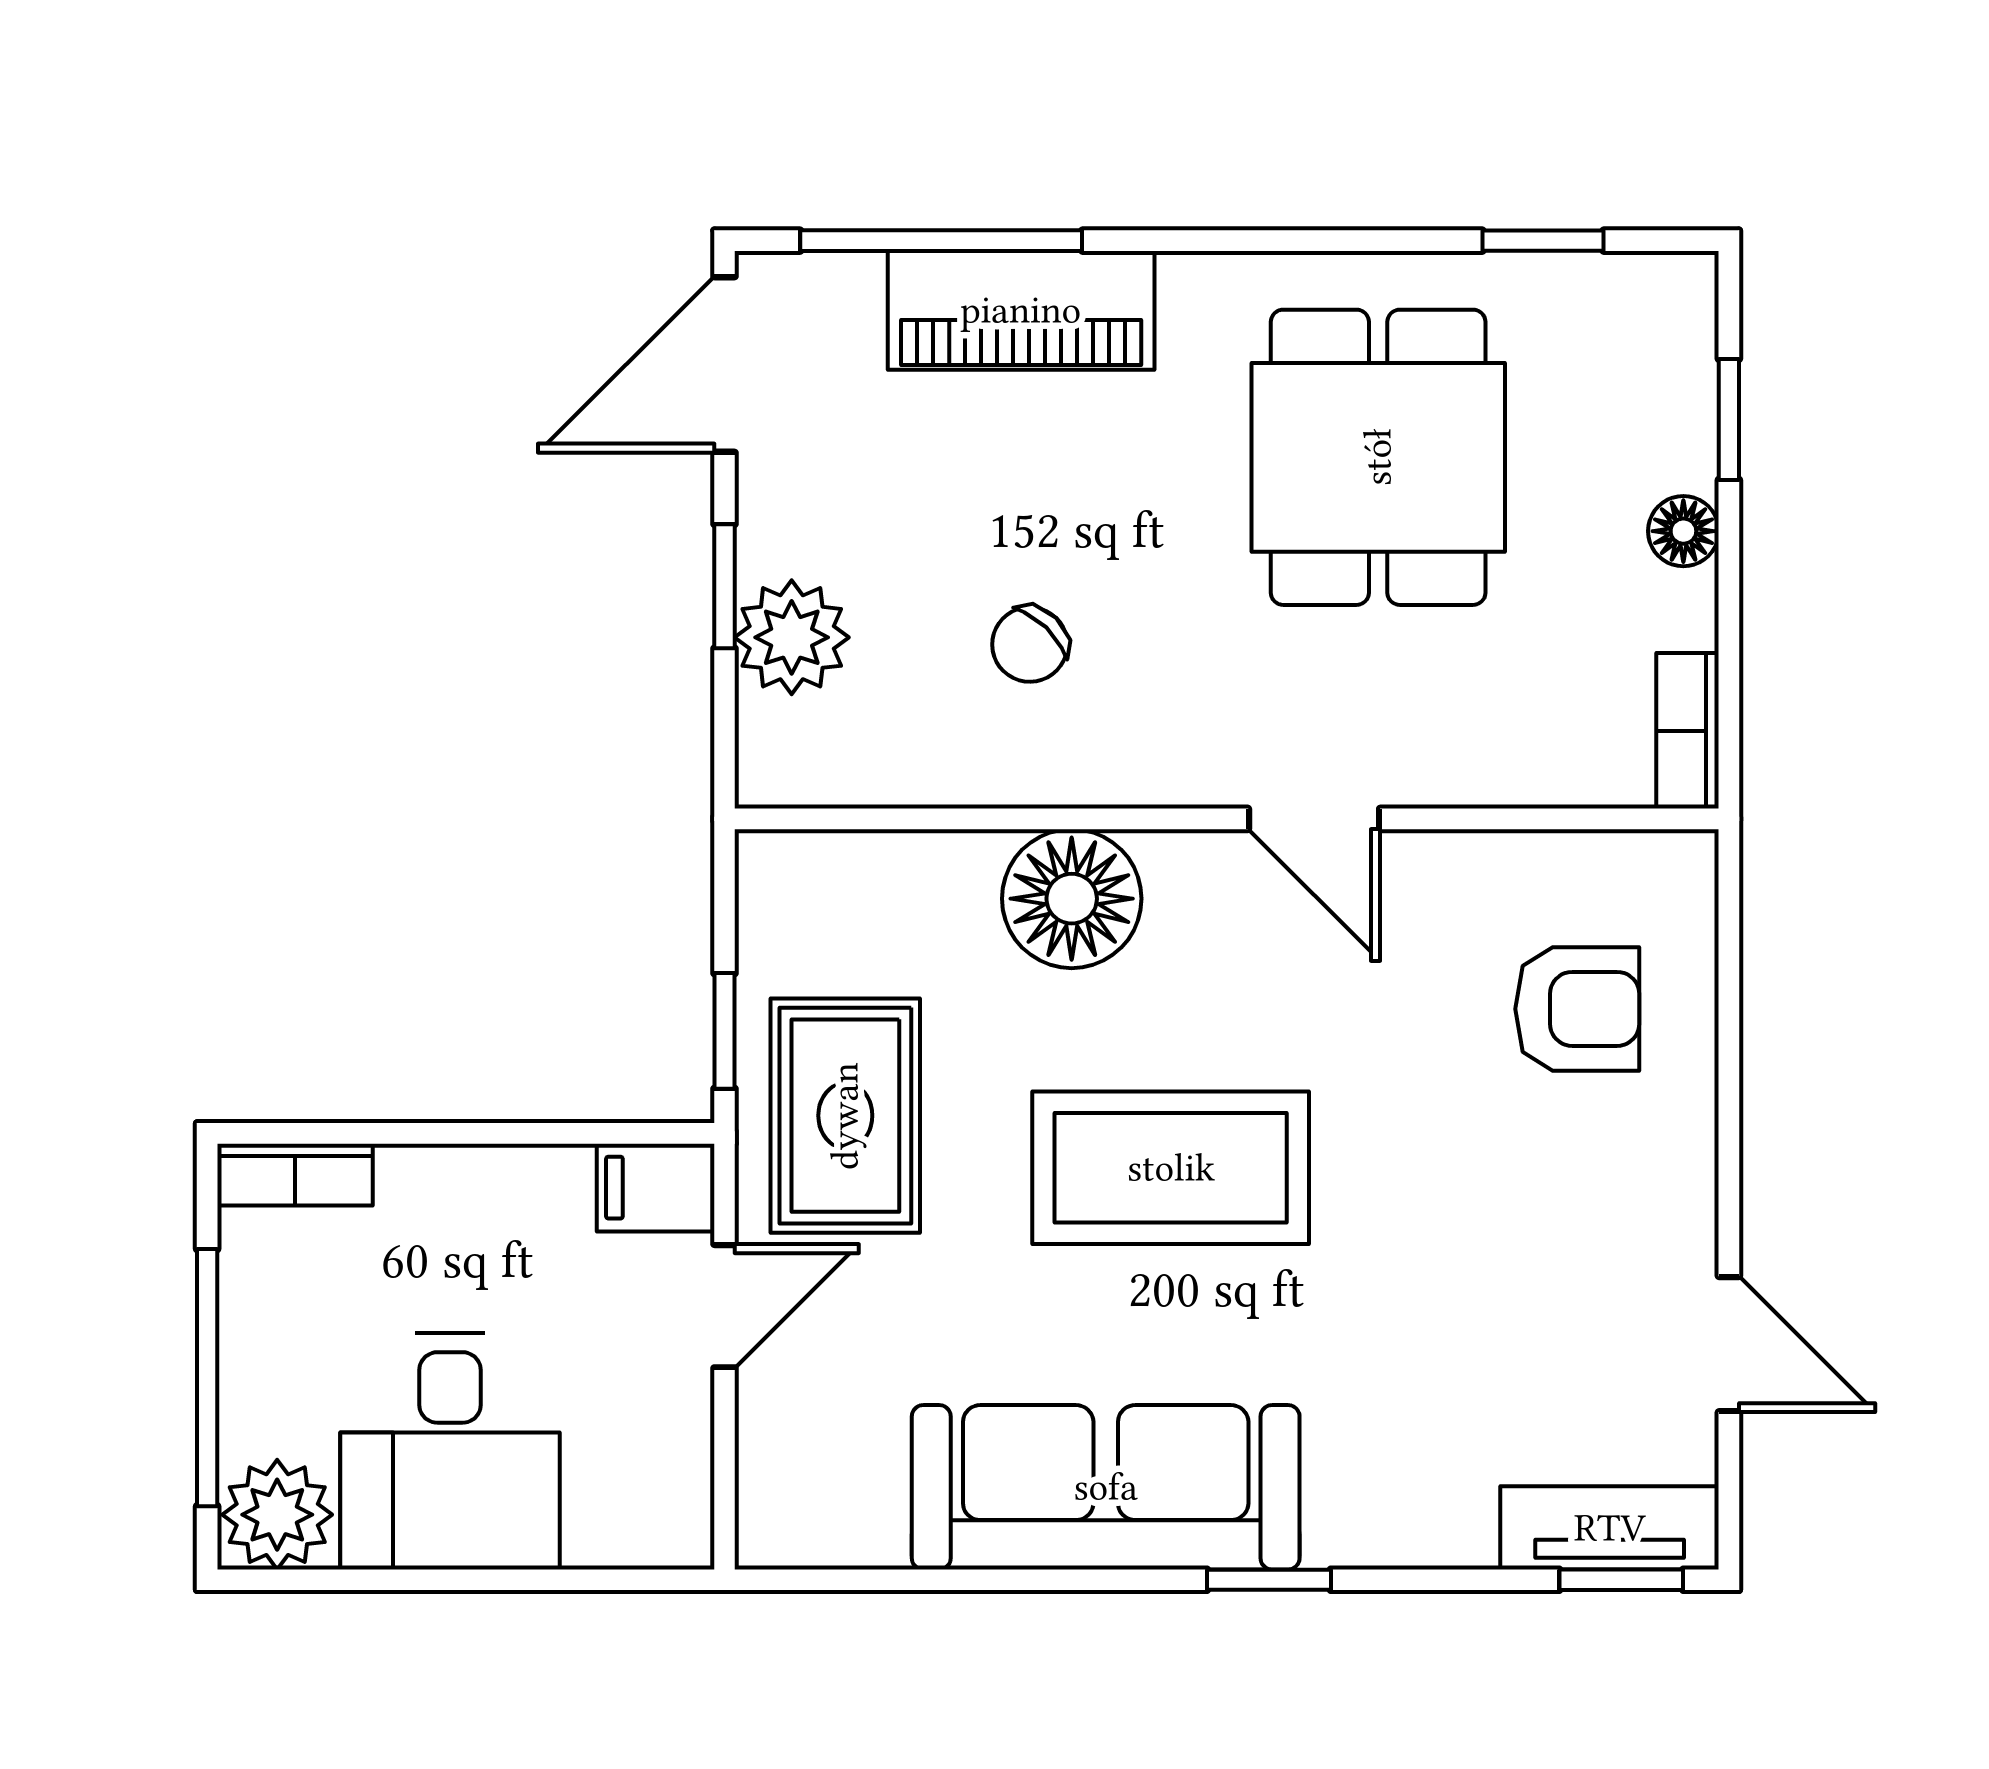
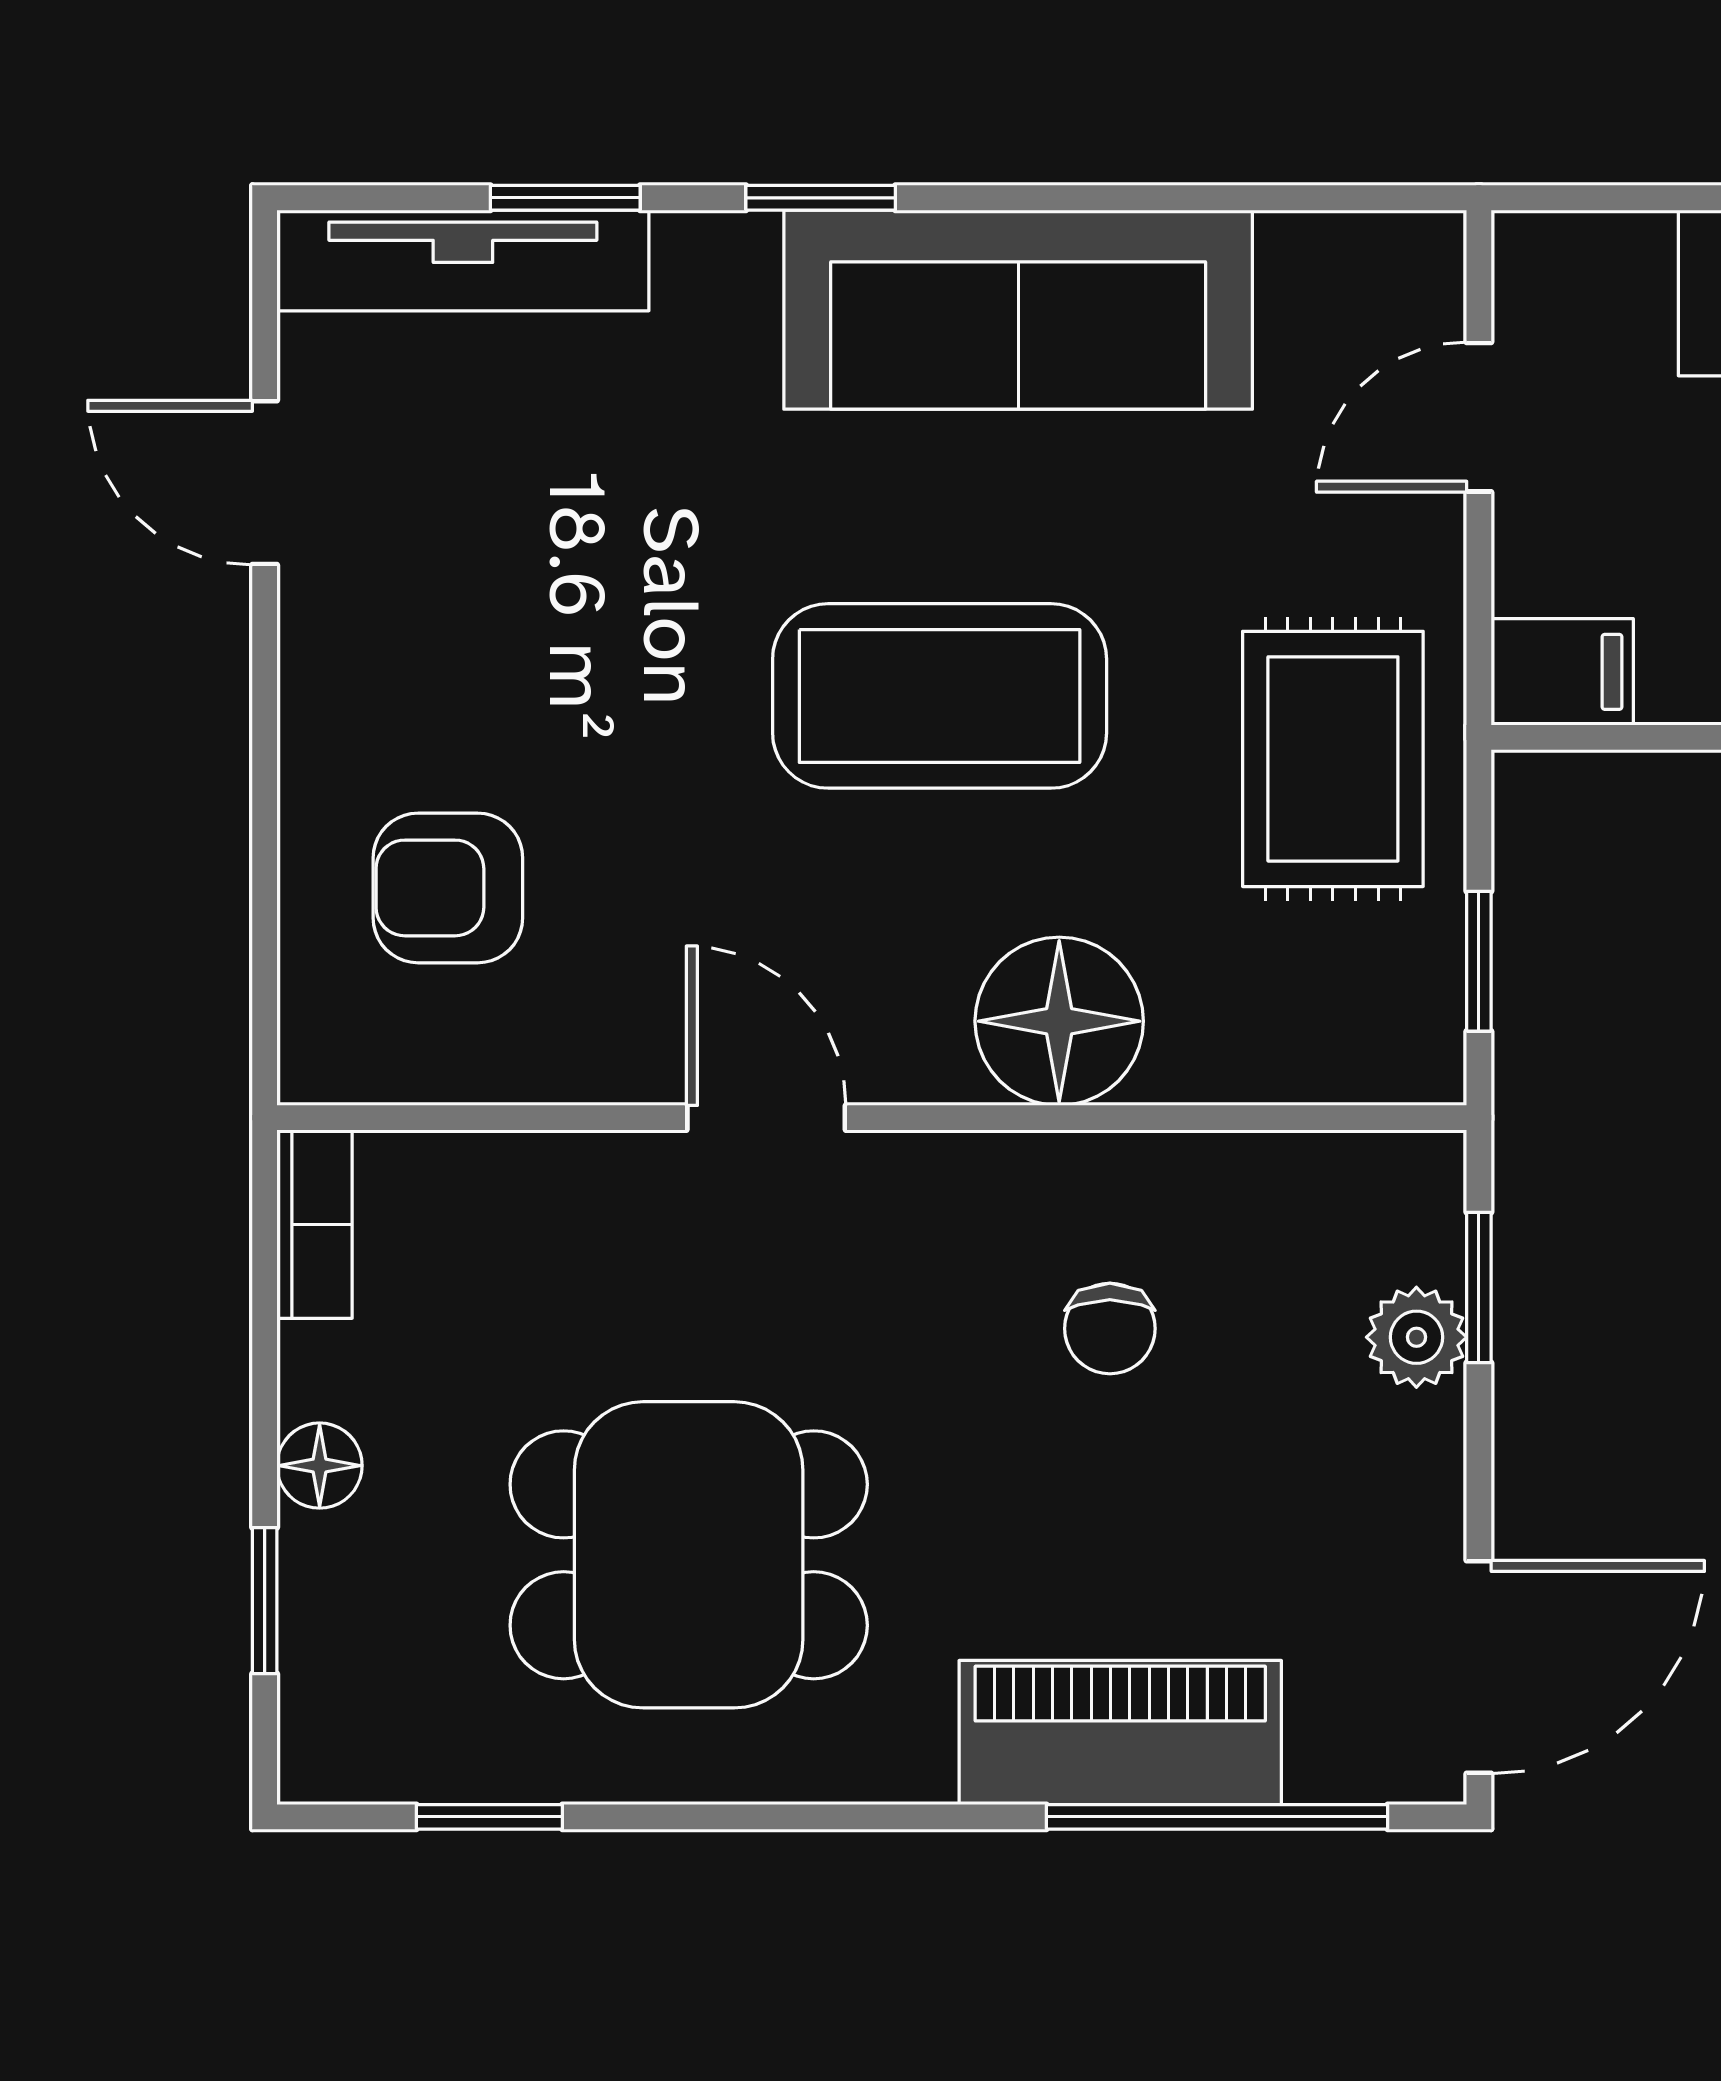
dining table: (1378, 457) -> (689, 1555), turned 90
window: (725, 586) -> (1479, 1287), moved
plant: (792, 637) -> (1416, 1337), width x0.73, depth x0.73
chair: (1030, 645) -> (1110, 1329), turned 136
window: (725, 1031) -> (1479, 961), moved
door: (725, 1306) -> (1479, 417), moved
tv unit: (1610, 1528) -> (463, 260), width x1.41
window: (1621, 1580) -> (565, 198), moved

